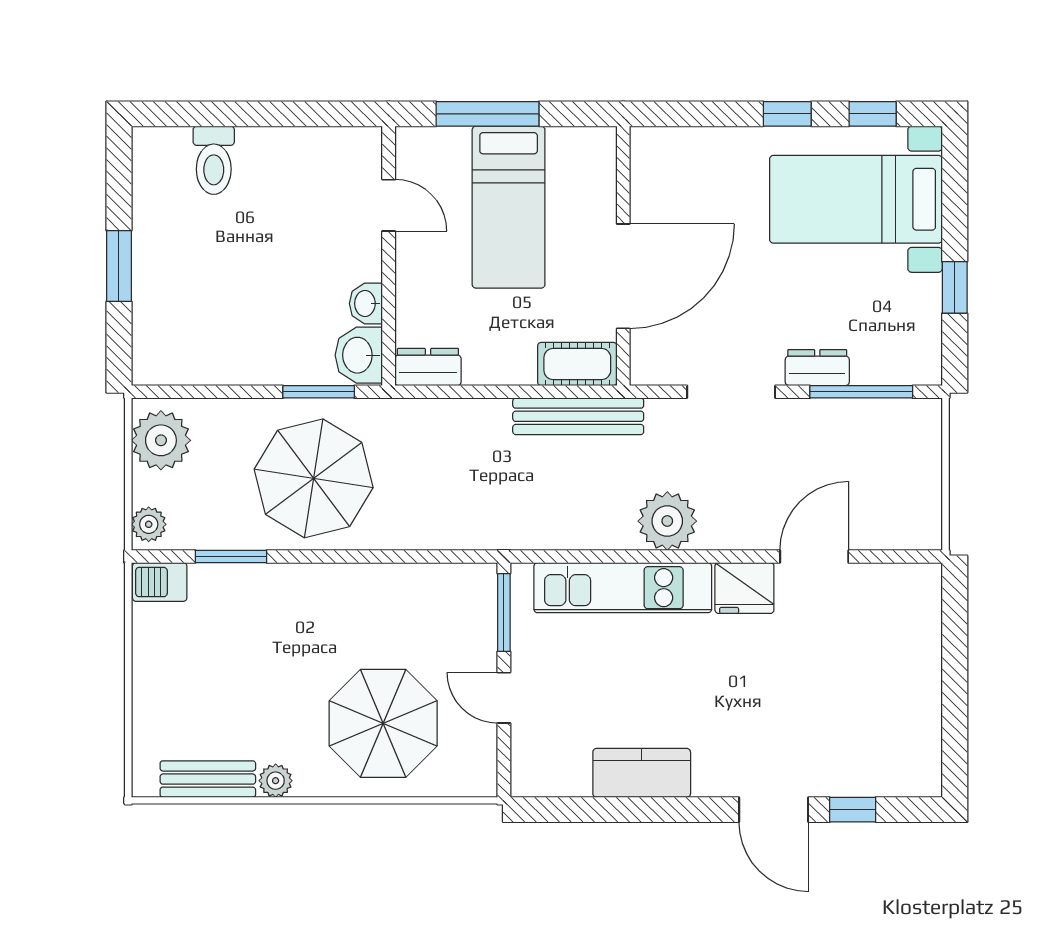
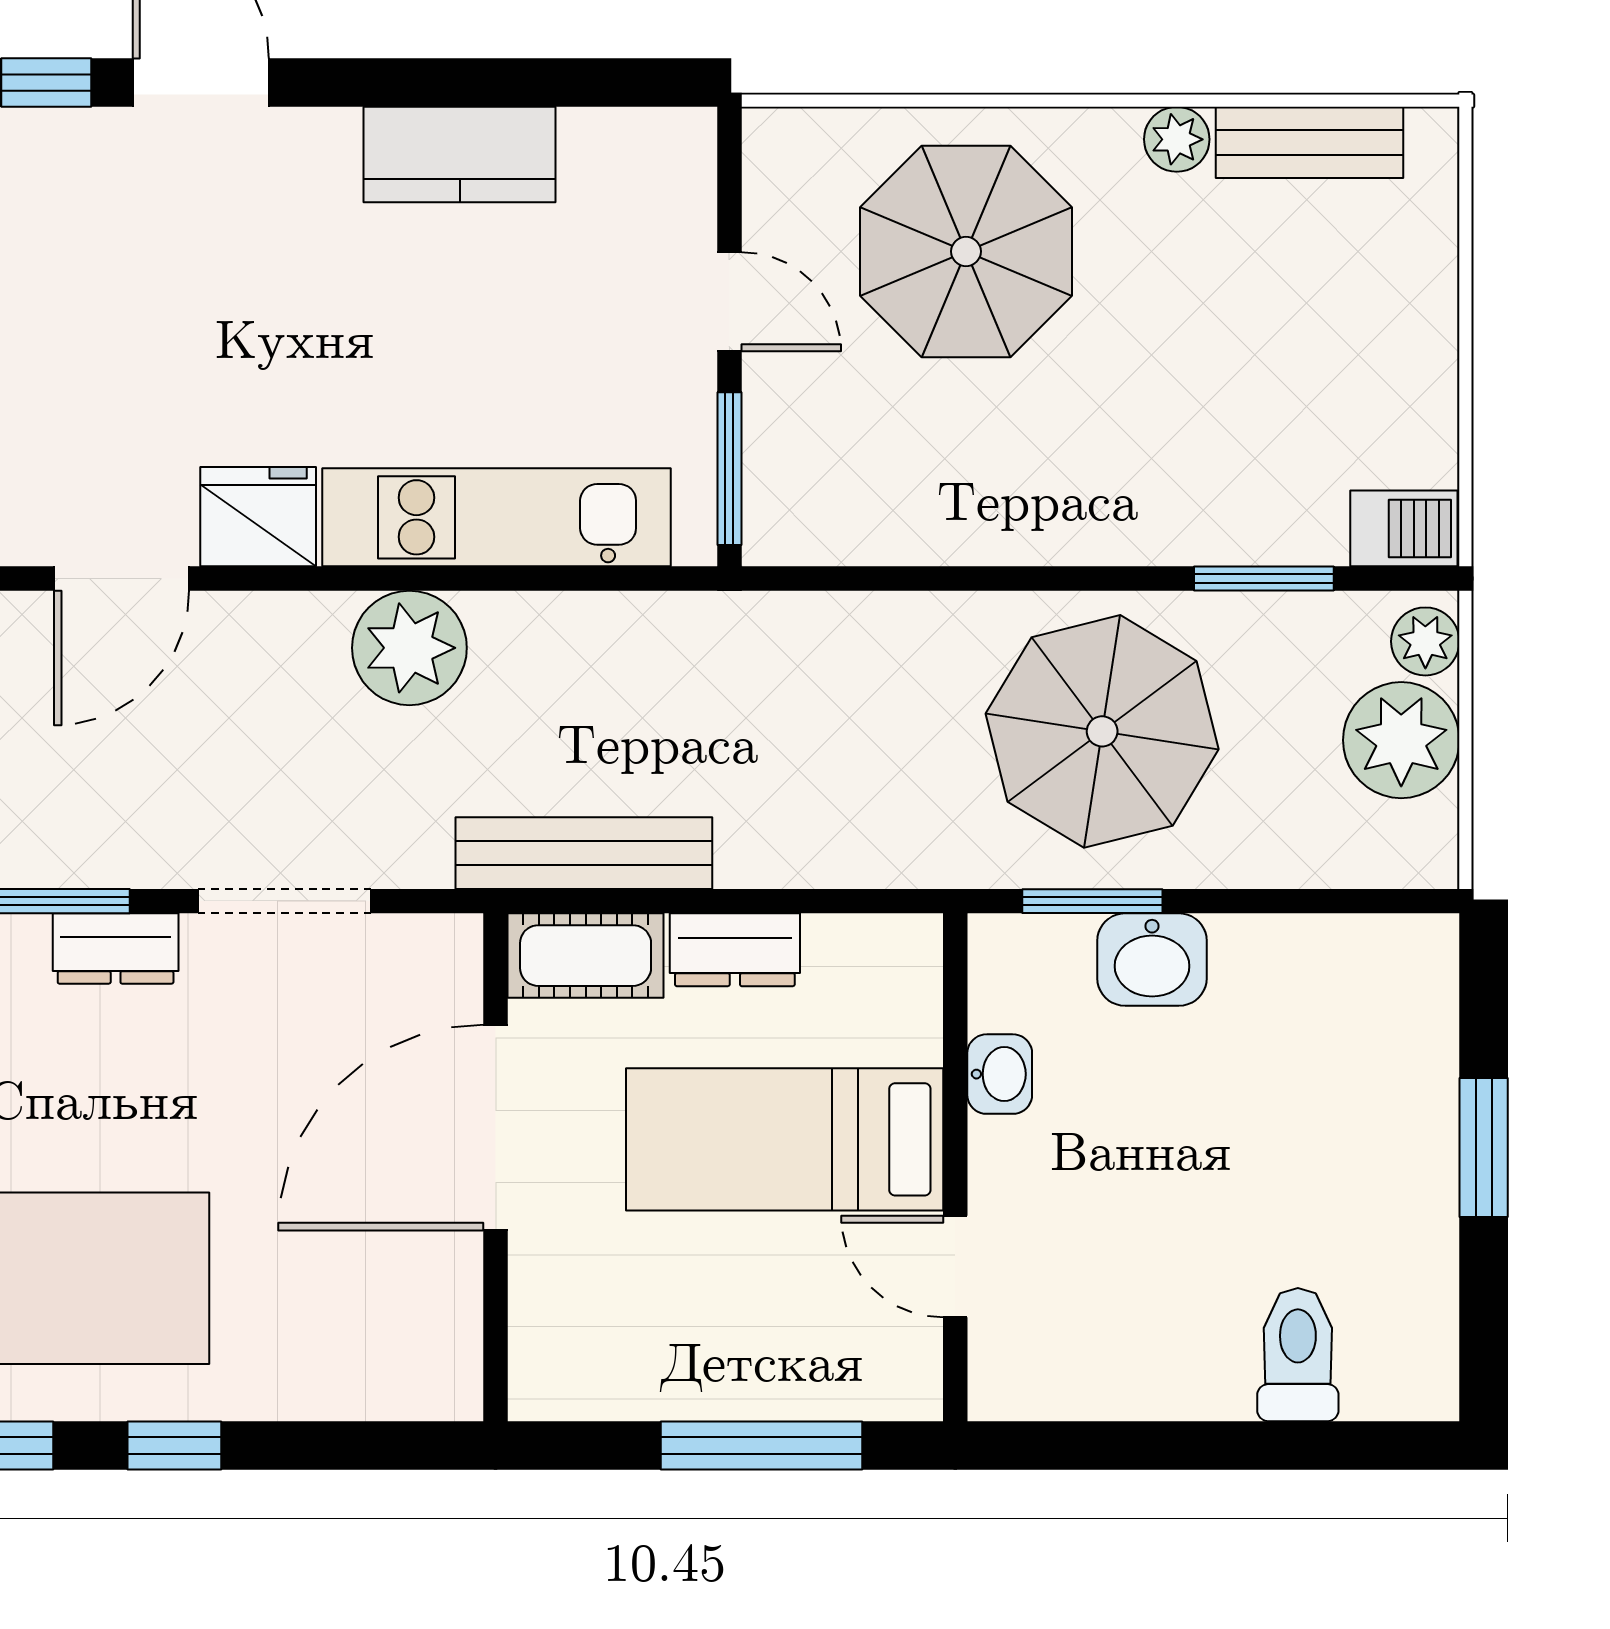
bed: (509, 207) -> (785, 1139), moved, turned -90
washbasin: (359, 355) -> (1152, 960), moved, turned 90
dresser: (428, 367) -> (735, 950), moved
plant: (161, 440) -> (1401, 740), moved

